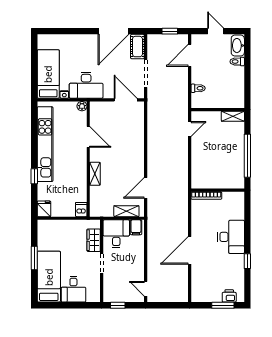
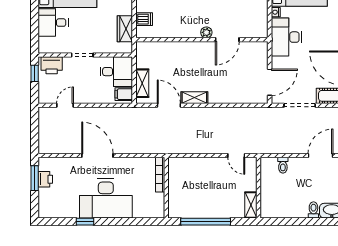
door: (190, 55) -> (320, 156), hinge flipped
plant: (82, 106) -> (206, 32), moved
shelving: (95, 174) -> (194, 98), moved
dishwasher: (81, 210) -> (144, 19), moved
desk: (231, 237) -> (106, 198), width x1.36, depth x1.30
wardrobe: (94, 240) -> (125, 29), moved, turned -90
door: (146, 289) -> (65, 105), moved
printer: (111, 290) -> (52, 65), added
printer: (229, 296) -> (45, 179), moved
window: (223, 305) -> (35, 178), moved

